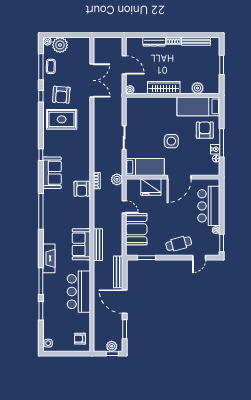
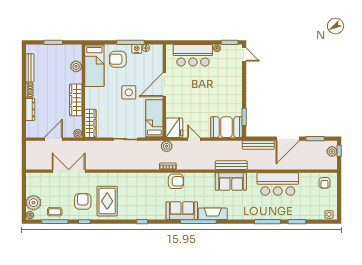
armchair: (61, 95) -> (83, 201), turned -94
wardrobe: (140, 102) -> (90, 123), added
sofa: (52, 173) -> (182, 211), moved
door: (179, 177) -> (164, 85), swing flipped
fridge: (151, 187) -> (174, 128), moved
door: (124, 207) -> (194, 139), hinge flipped
booth: (136, 229) -> (227, 127), moved
cafe table: (179, 244) -> (230, 85), removed
fireplace: (49, 258) -> (213, 214), moved
door: (199, 258) -> (244, 54), moved

